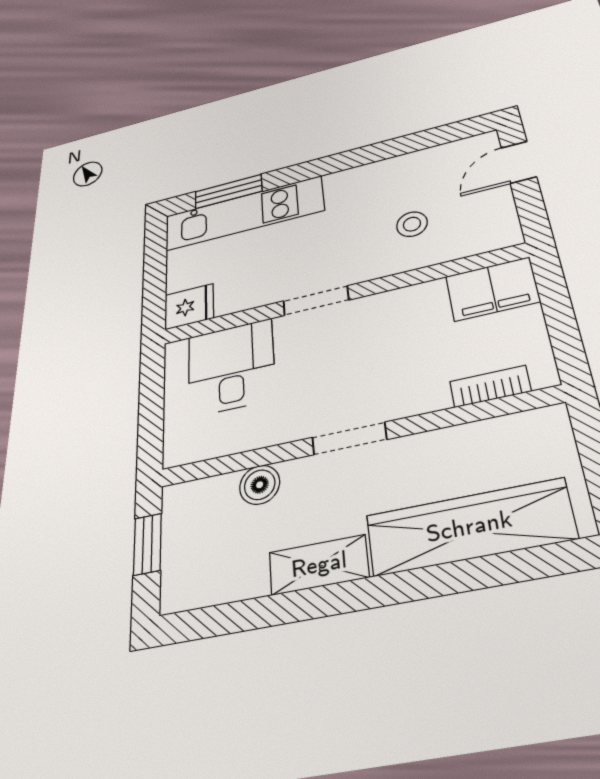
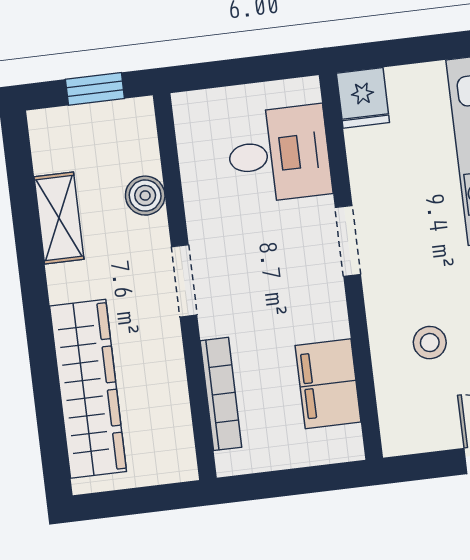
filing cabinet: (492, 289) -> (328, 384), moved
bookcase: (490, 386) -> (221, 394), width x1.56
shelving: (319, 565) -> (59, 218), moved

